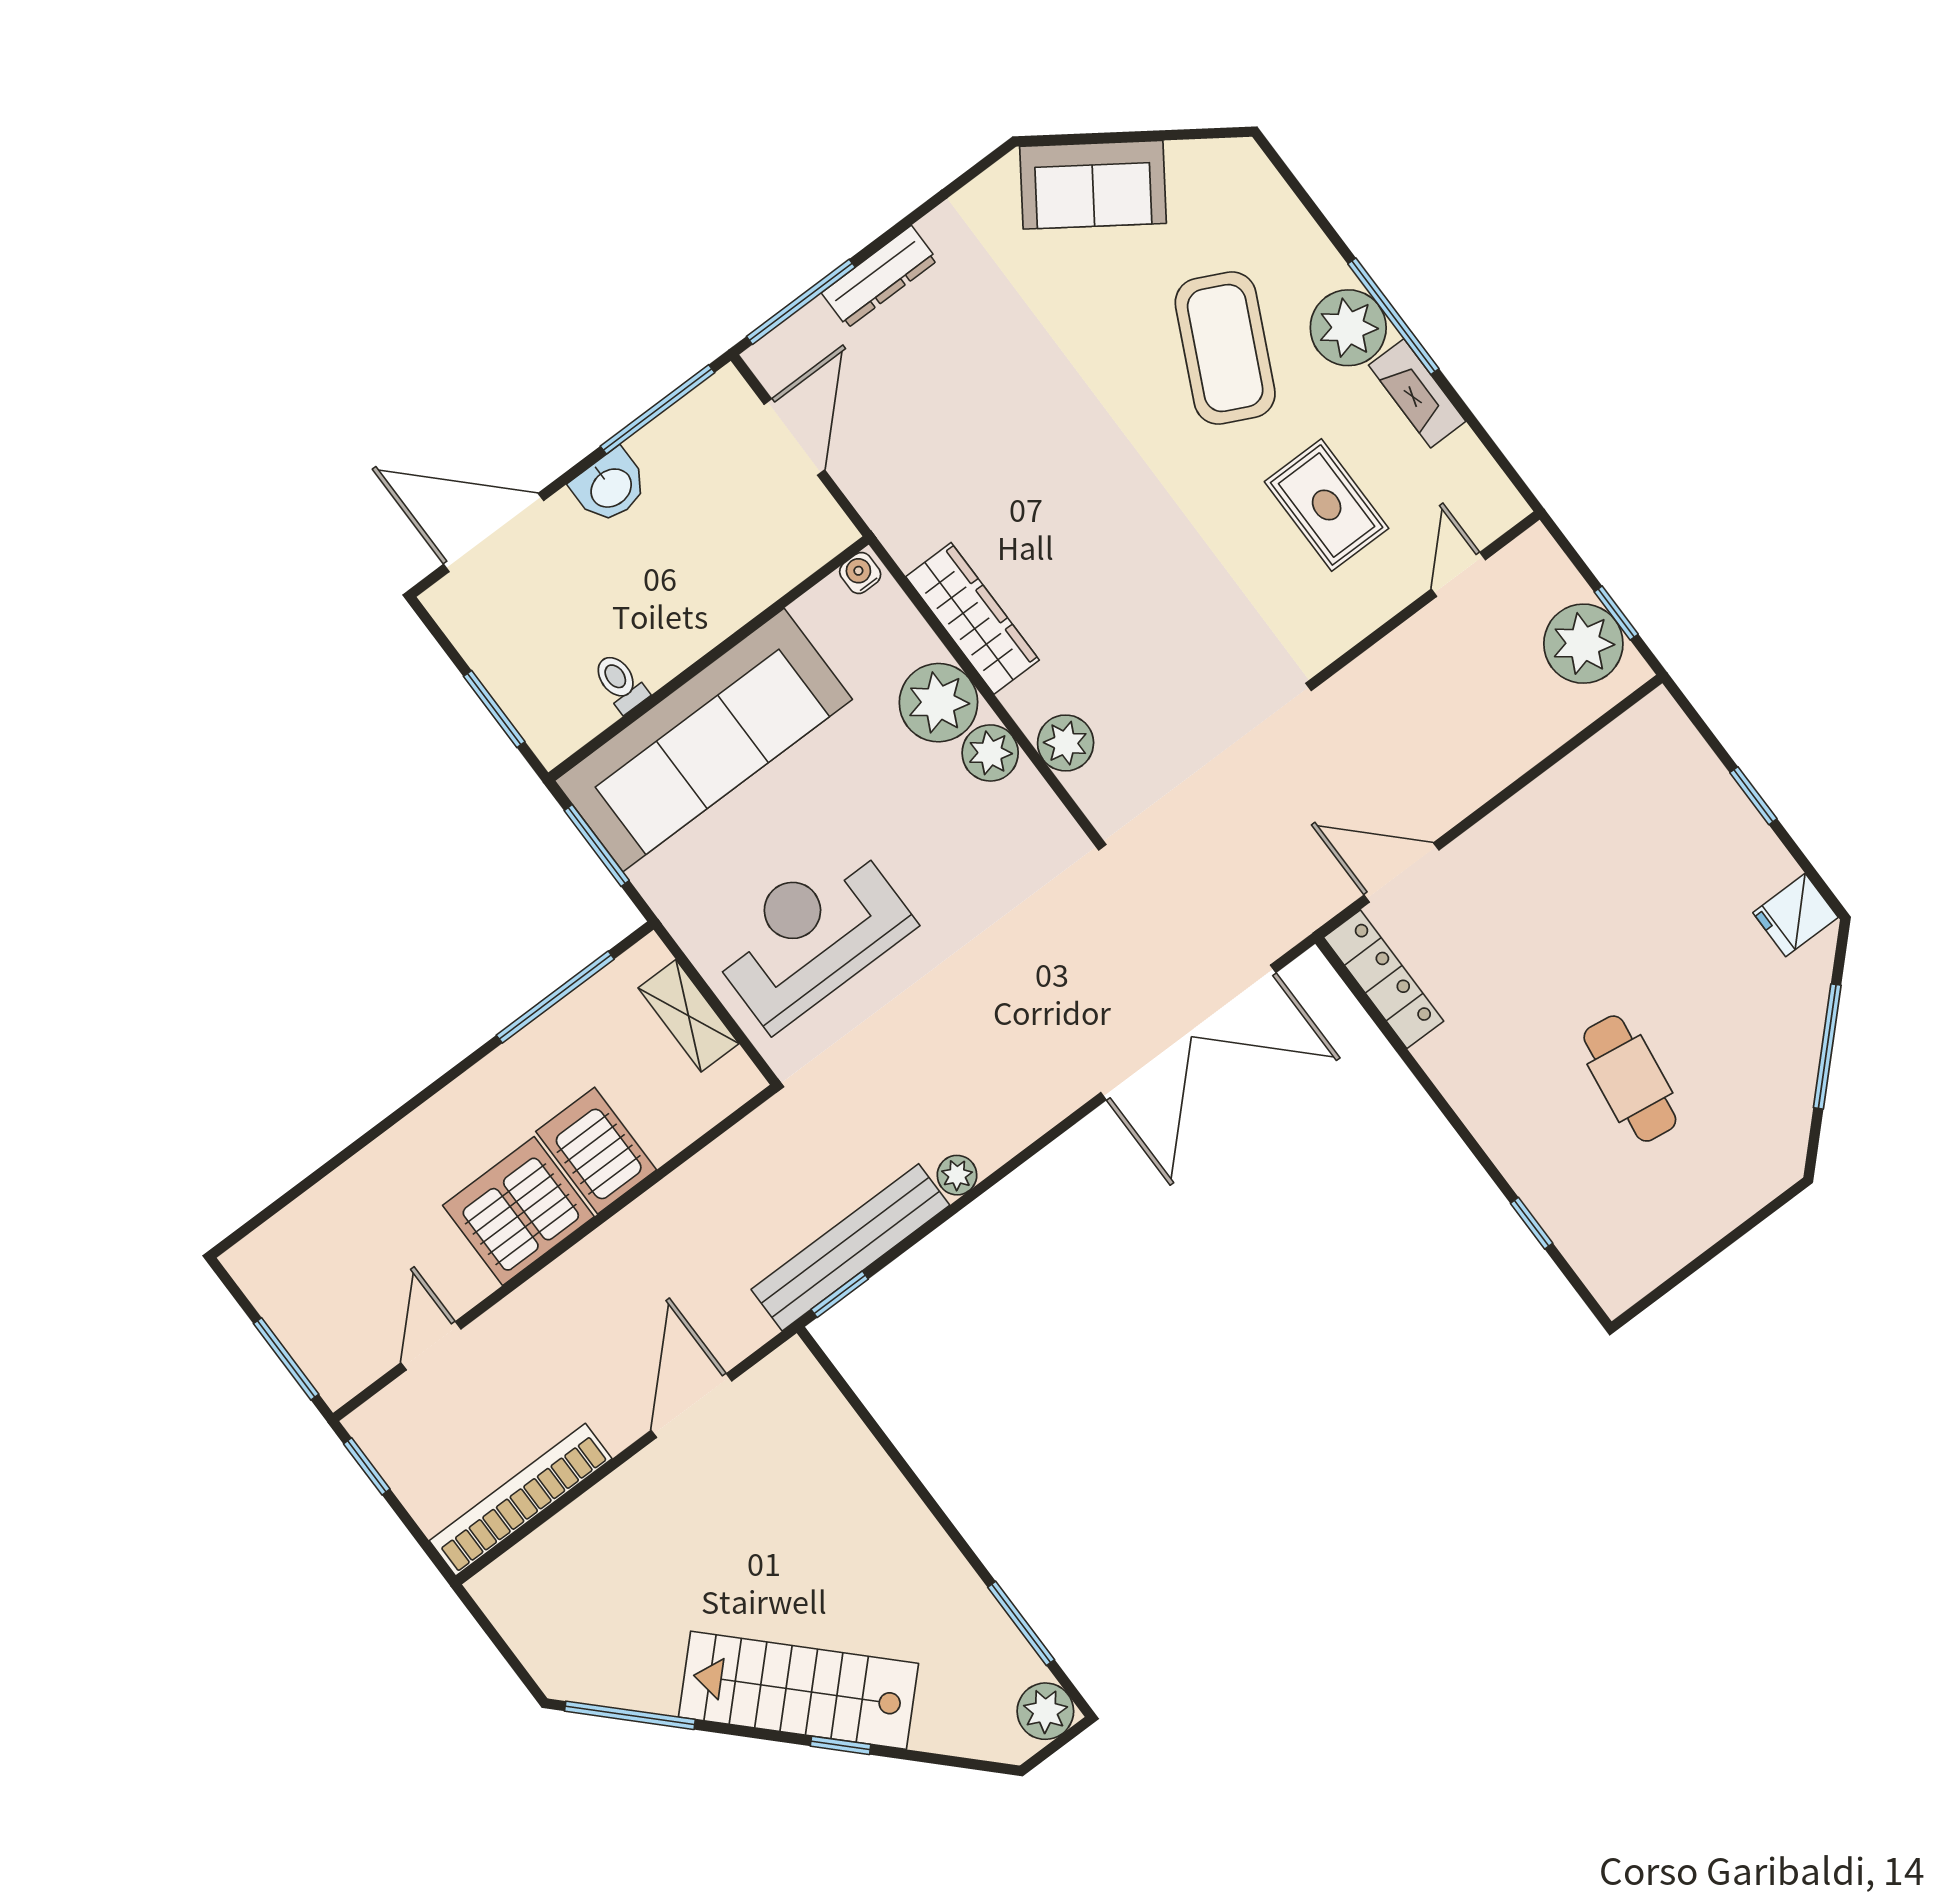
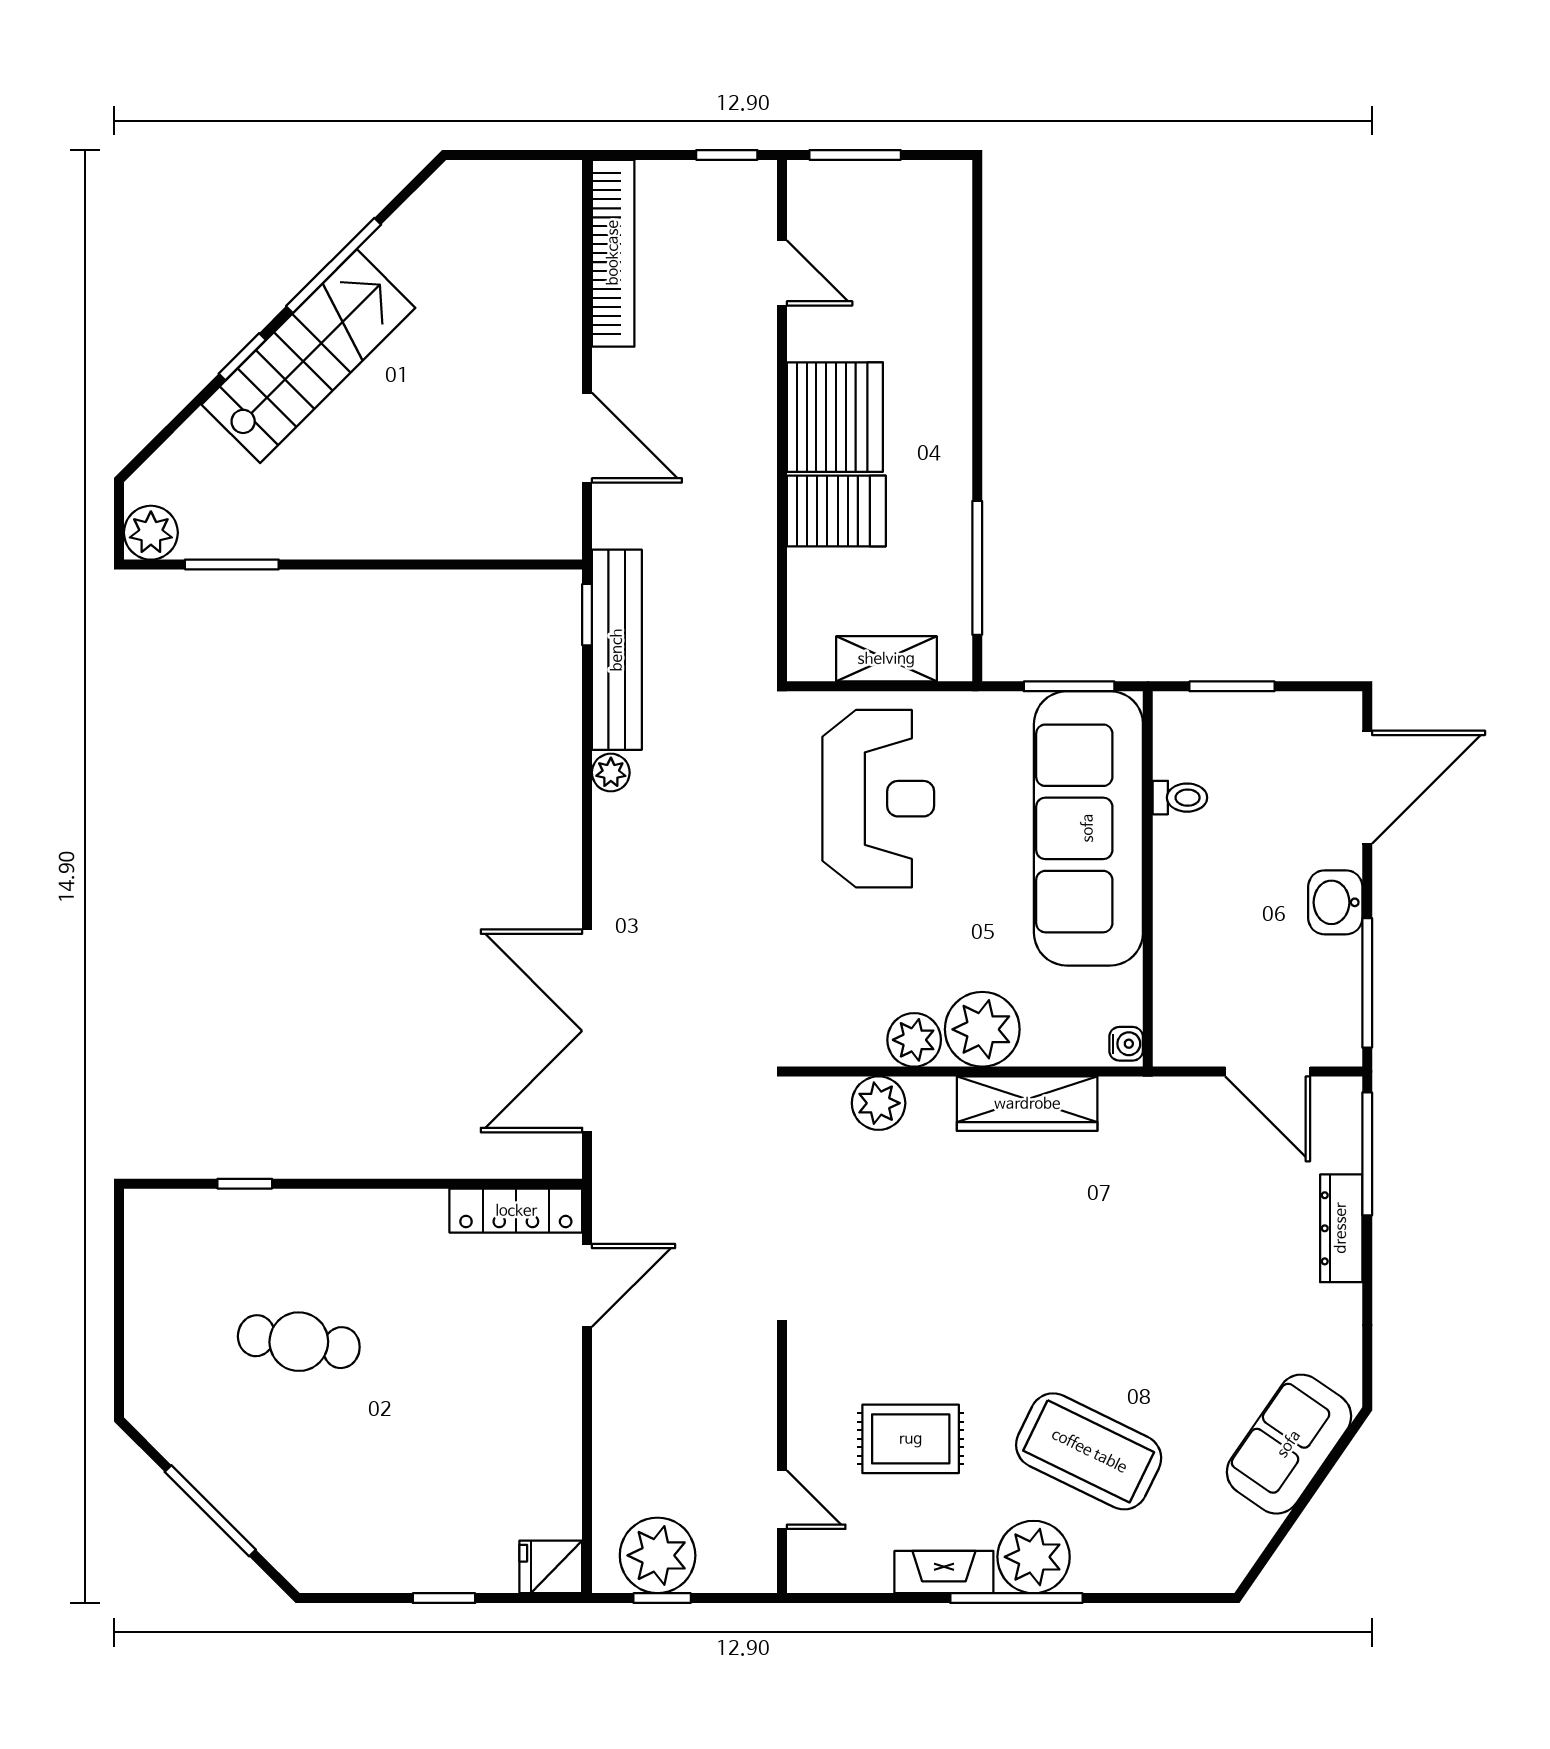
fridge: (1795, 915) -> (551, 1567), moved, turned -90
window: (630, 1715) -> (334, 265), moved

